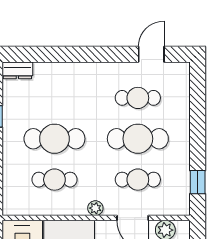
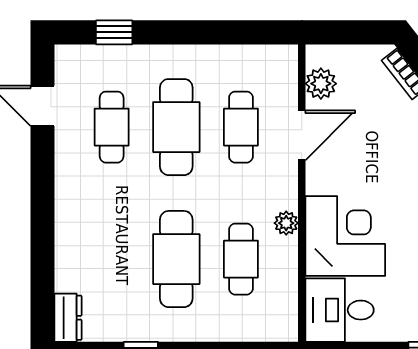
window: (198, 182) -> (114, 32), moved
plant: (95, 208) -> (286, 223), moved

